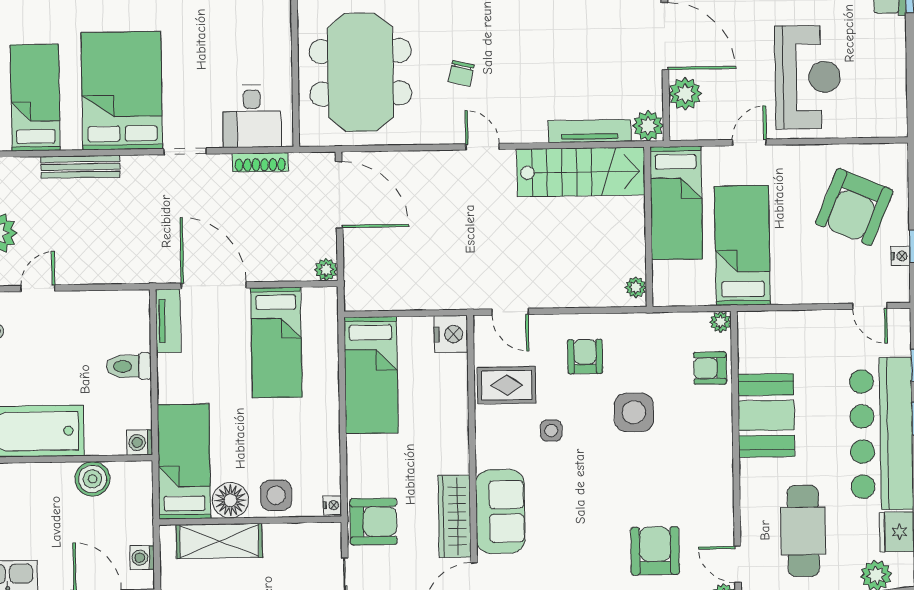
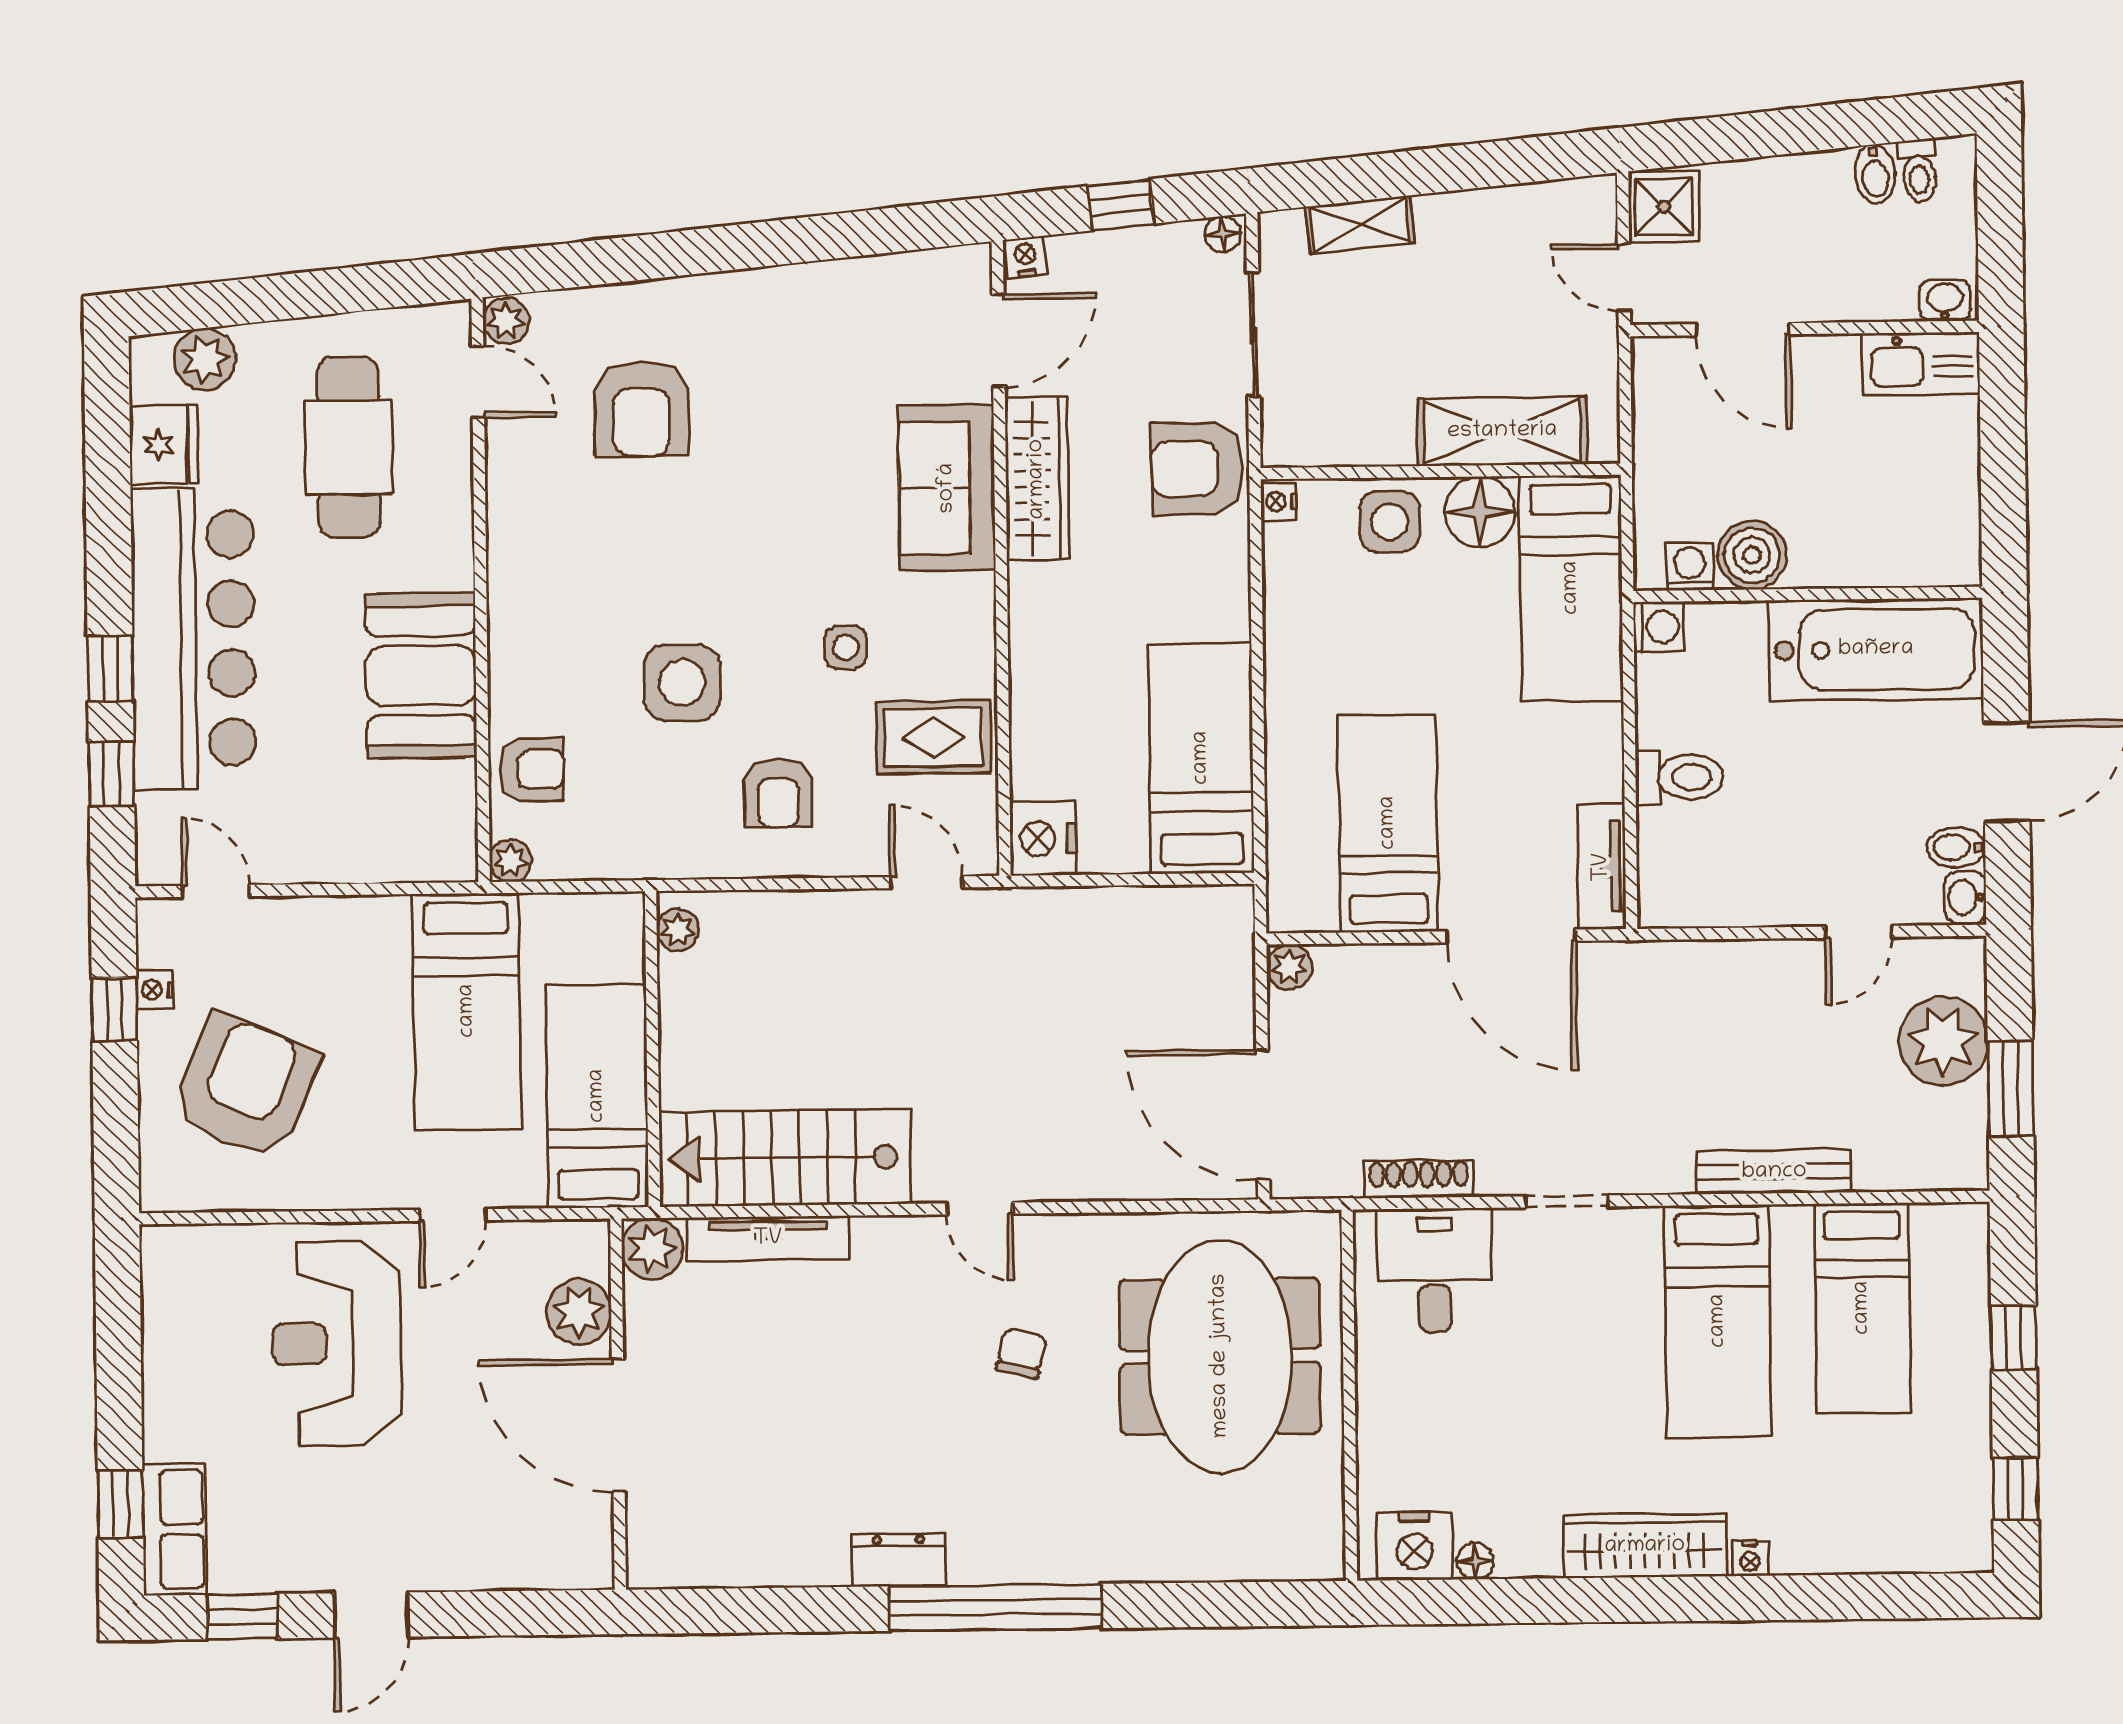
bed: (122, 91) -> (1718, 1321), width x0.67
washing machine: (142, 558) -> (1690, 567), moved, turned -90

